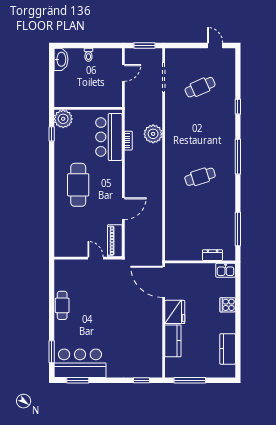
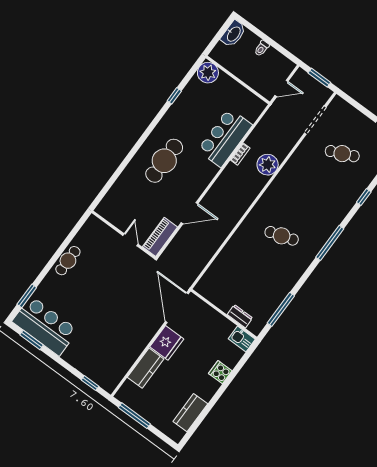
wall: (88, 108) -> (238, 80), moved
plant: (63, 119) -> (208, 73), moved

